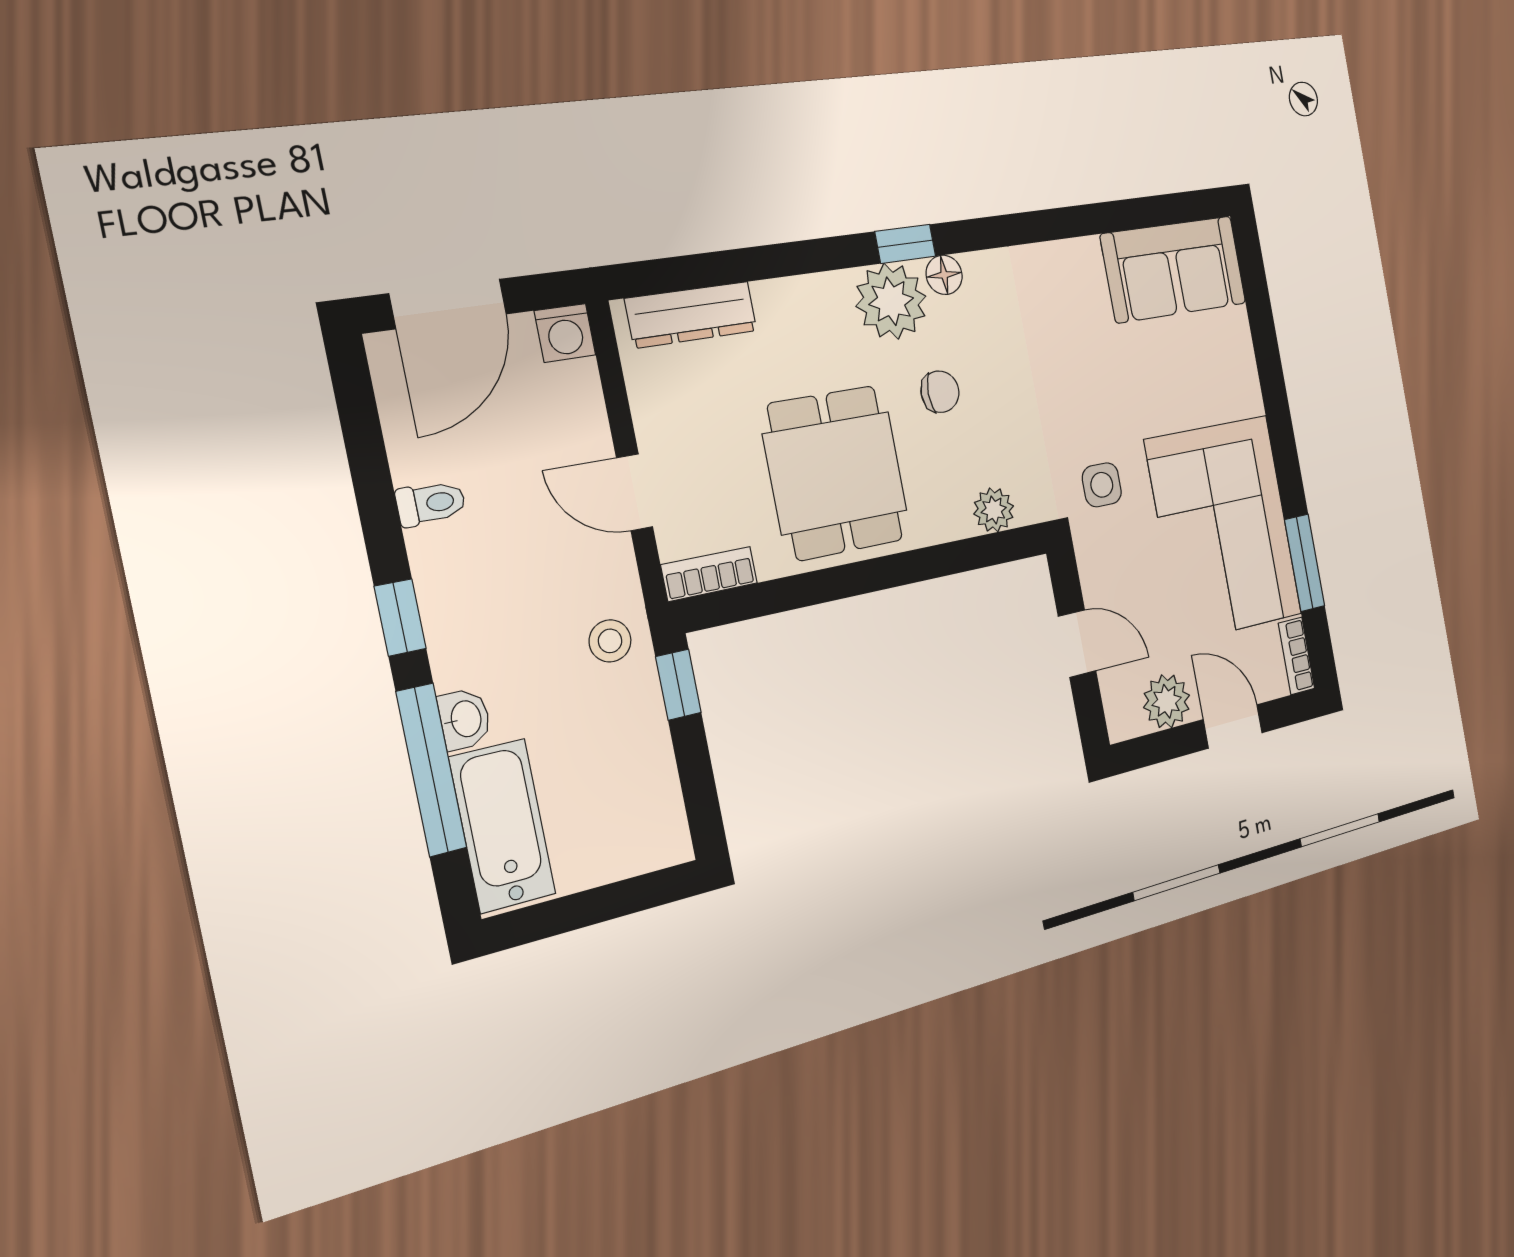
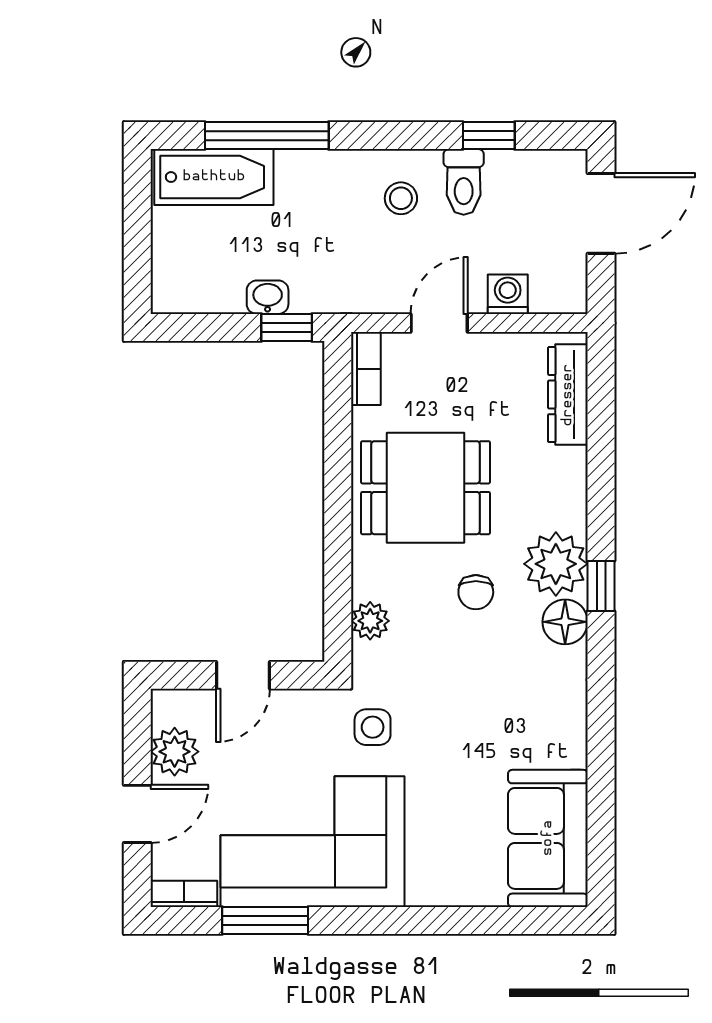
floor lamp: (944, 275) -> (565, 622), width x1.37, depth x1.37
door: (448, 304) -> (601, 213), swing flipped
washing machine: (565, 333) -> (508, 294), moved, turned 90
toilet: (431, 503) -> (464, 182), width x1.37, depth x1.39
window: (400, 617) -> (489, 136), moved
stool: (610, 641) -> (401, 198), moved
washbasin: (465, 719) -> (268, 297), moved, turned 180

